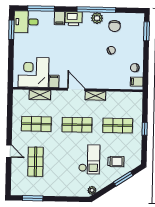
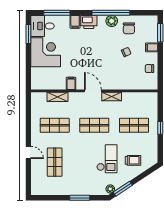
corner desk: (33, 72) -> (46, 52), moved, turned 90
filing cabinet: (137, 82) -> (152, 47), moved
window: (123, 179) -> (123, 189), moved
window: (33, 198) -> (80, 198), moved

